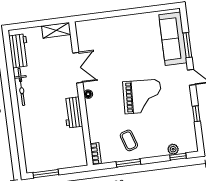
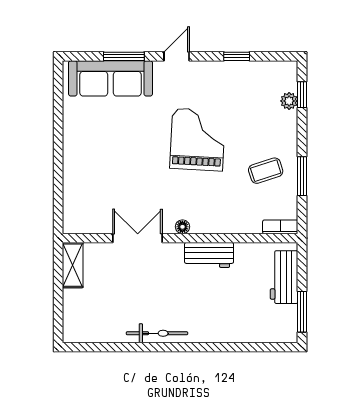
workbench: (19, 51) -> (284, 277), moved, turned -90

